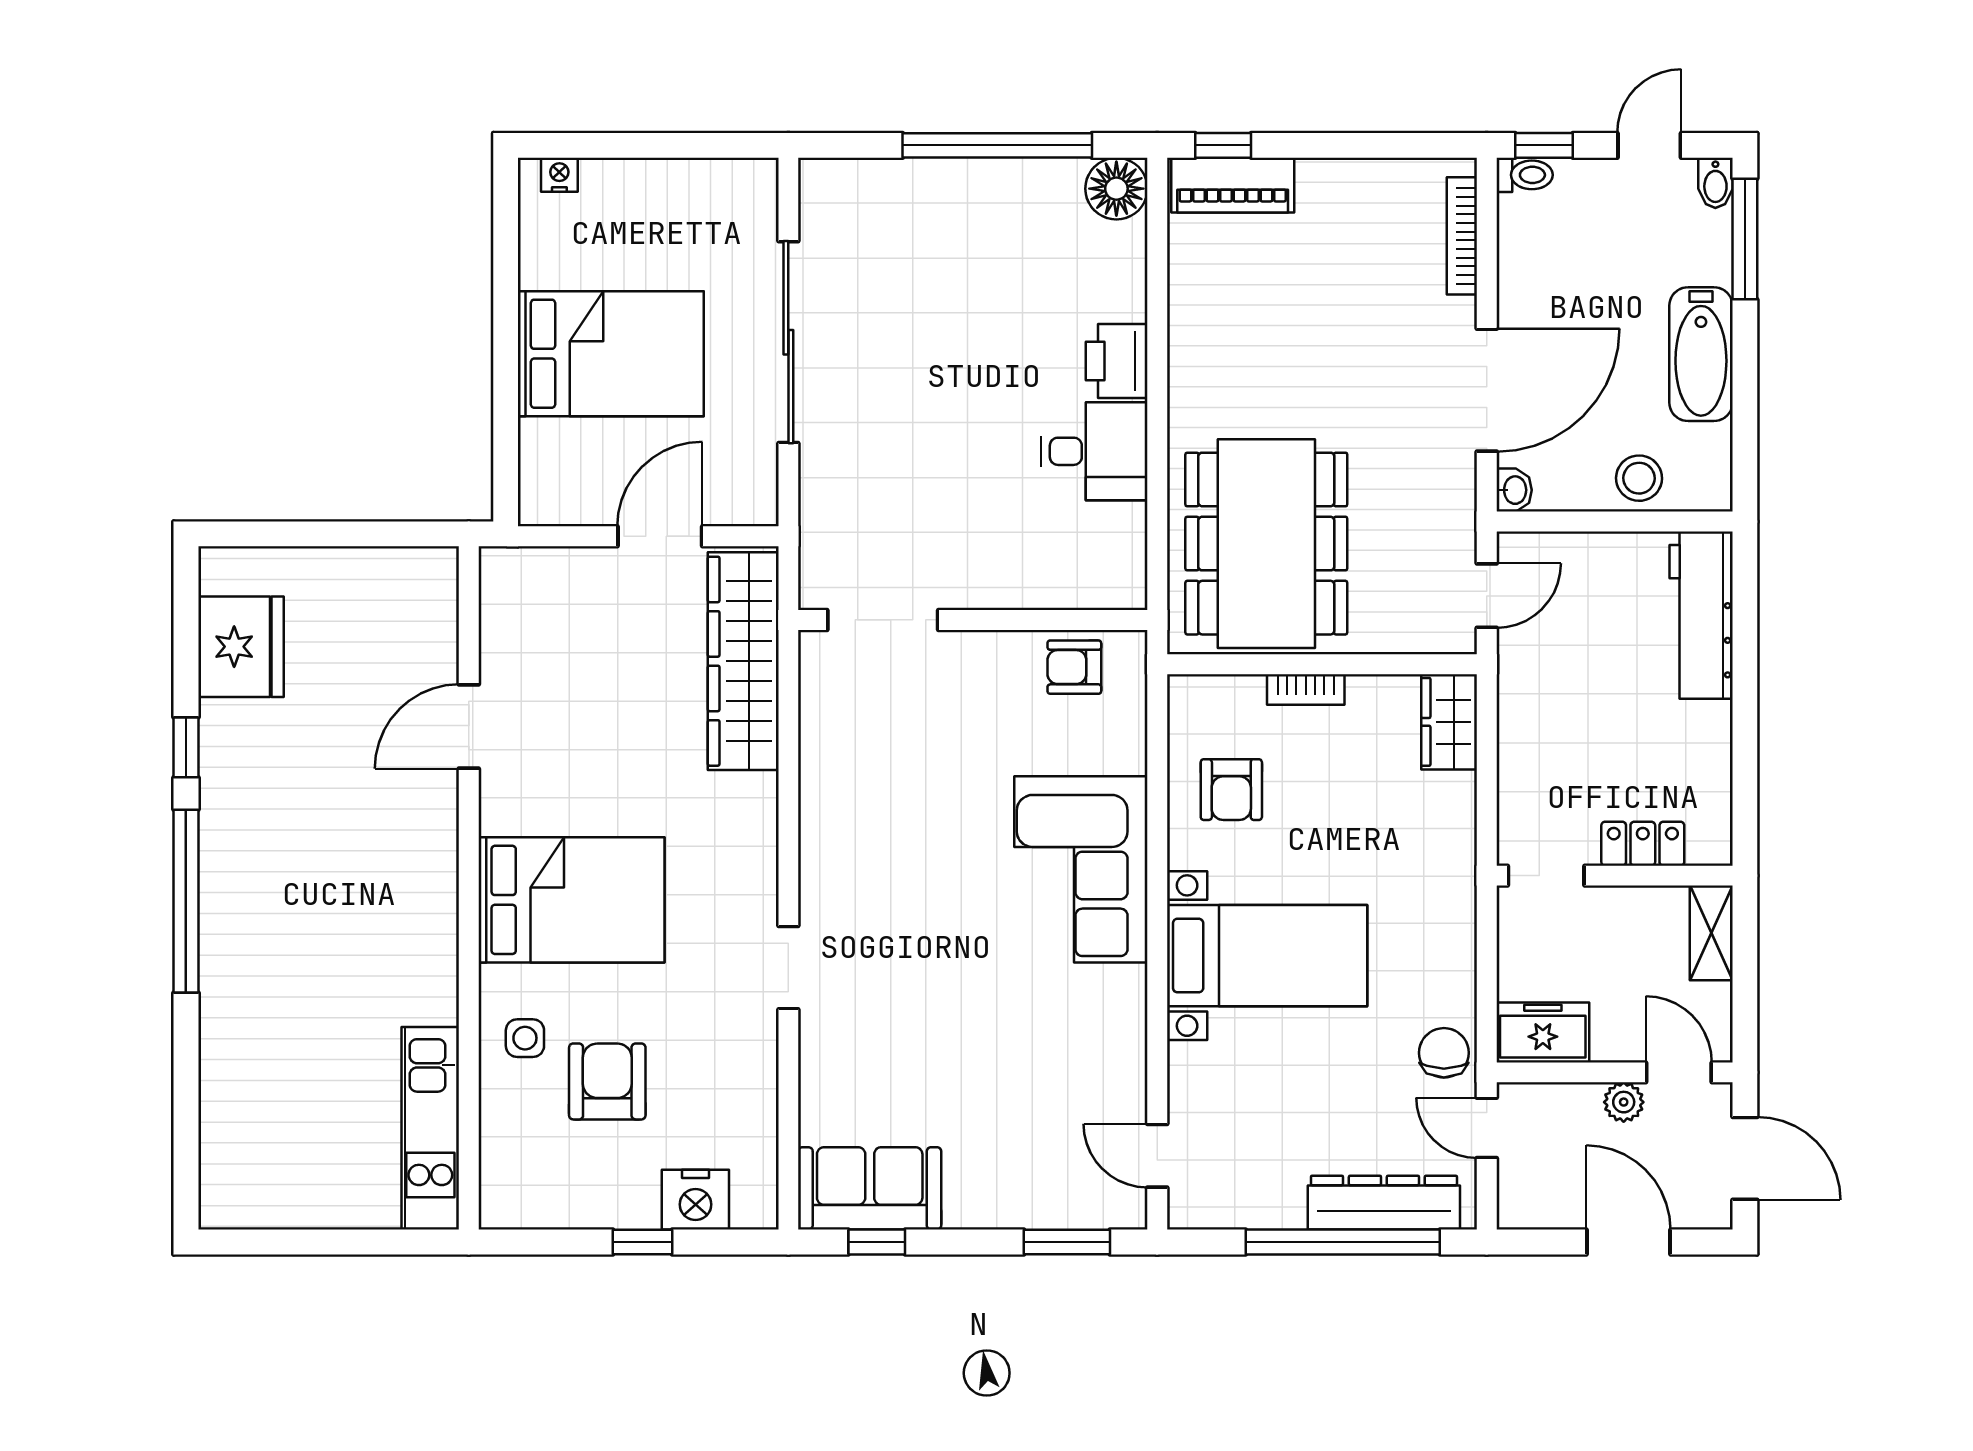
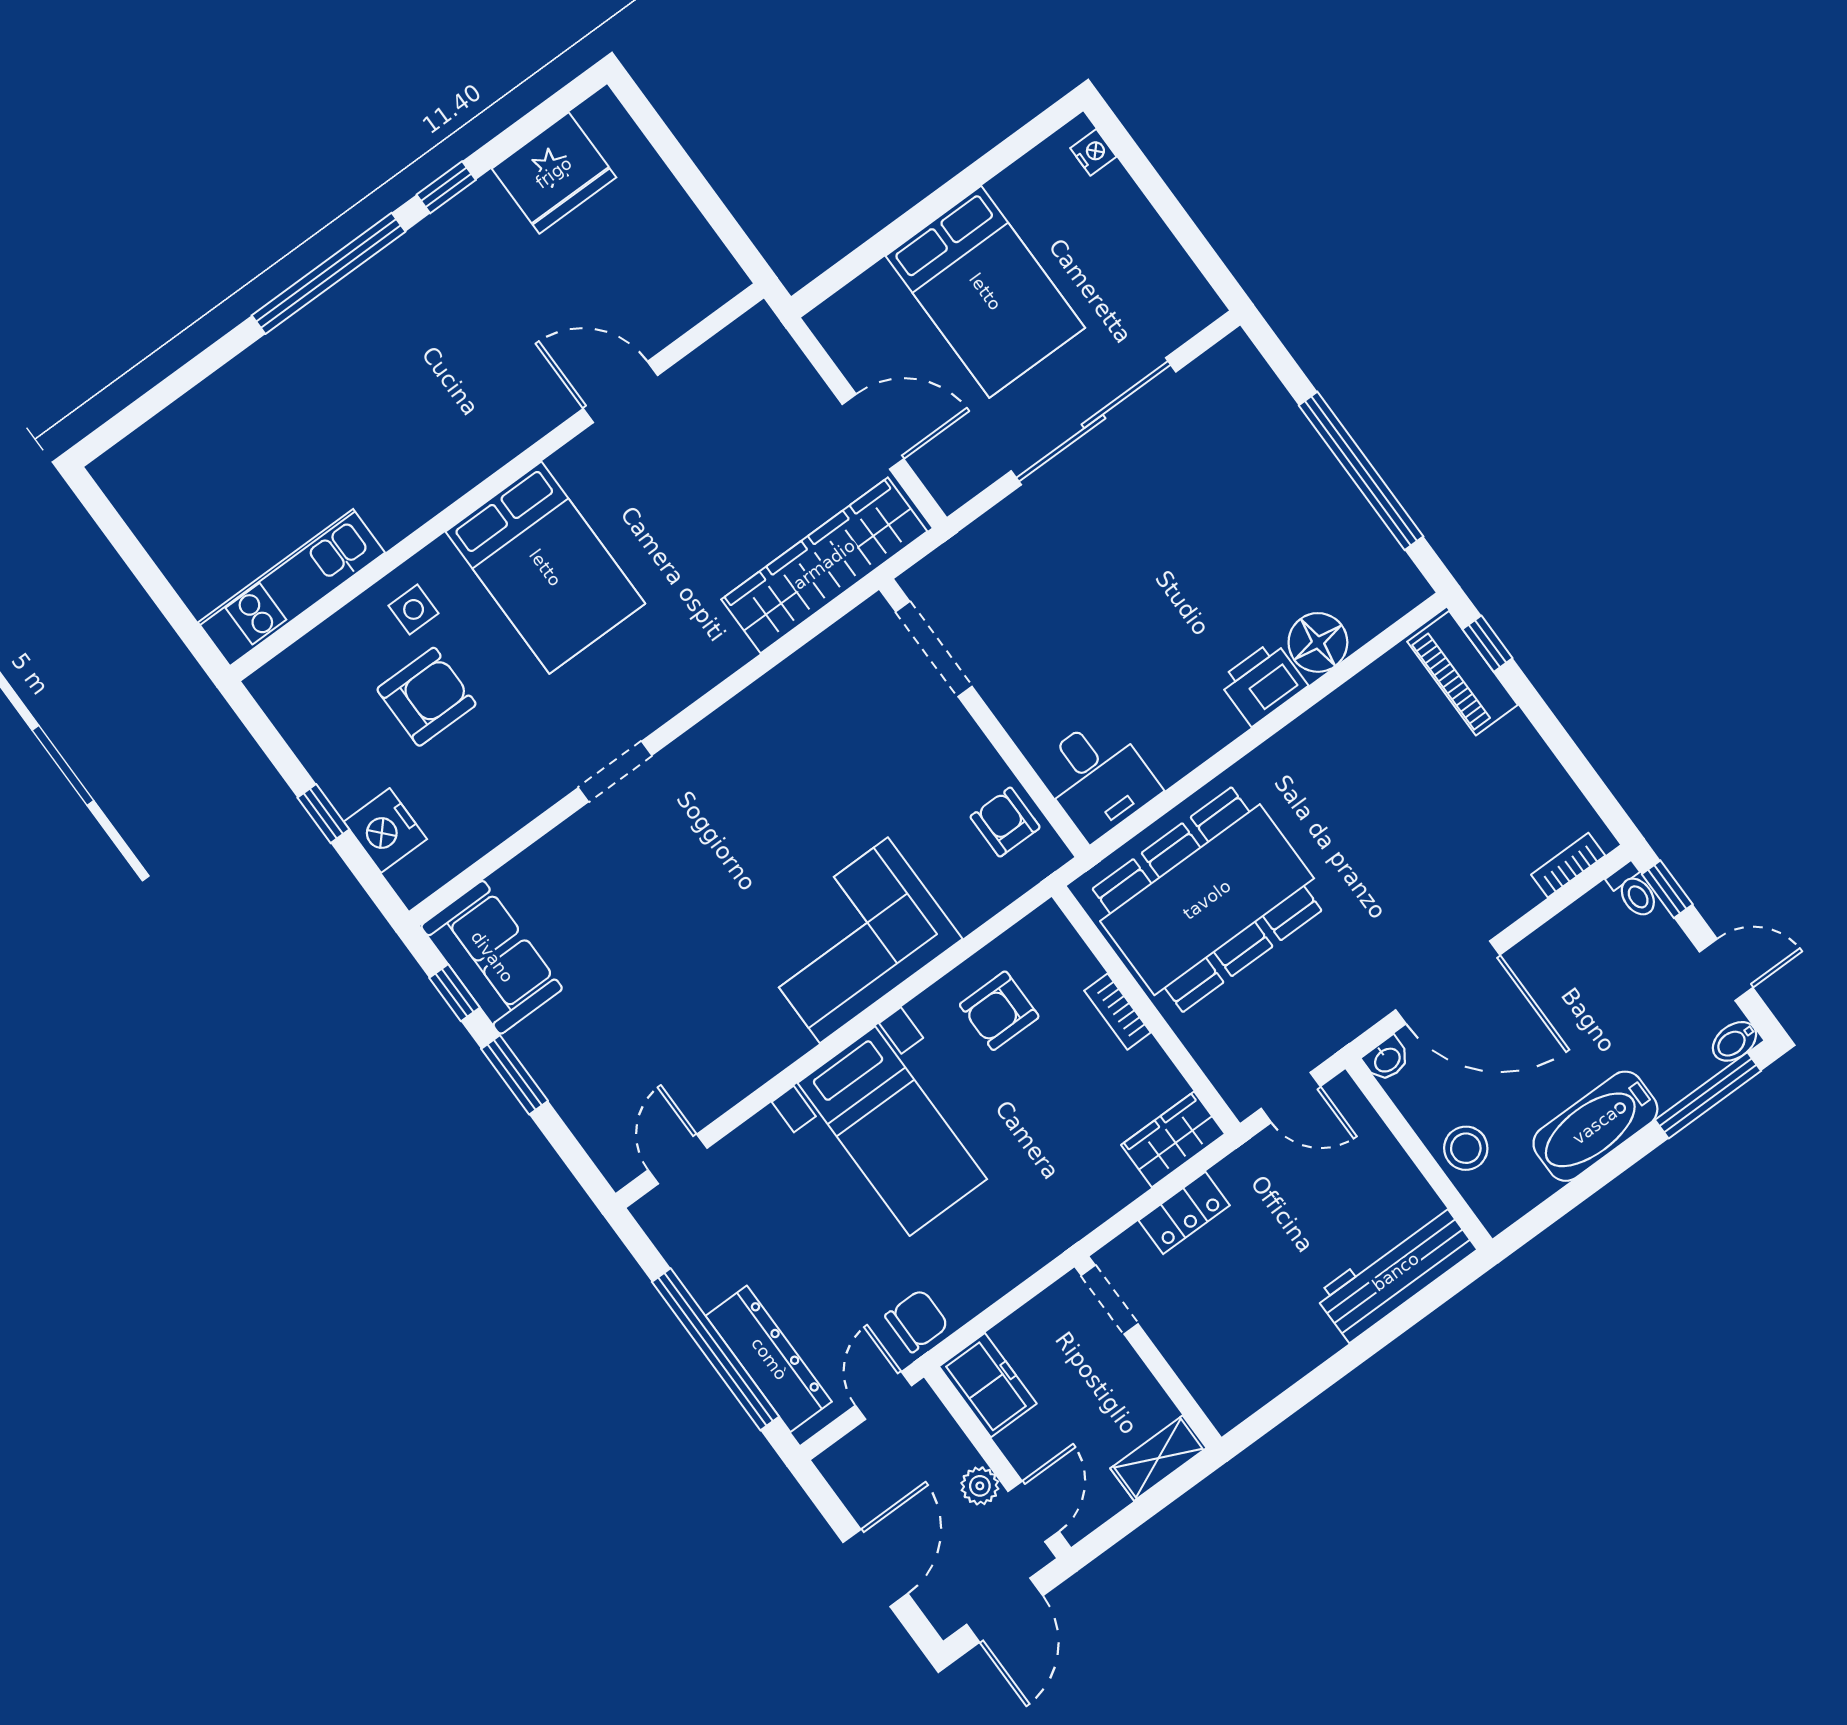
floor lamp: (1116, 189) -> (1318, 642), moved
bookcase: (1462, 236) -> (1568, 865), width x0.64
desk: (1094, 451) -> (1097, 778), moved
locker: (1643, 844) -> (1184, 1213), moved, turned 90
window: (1067, 1242) -> (515, 1075), moved

